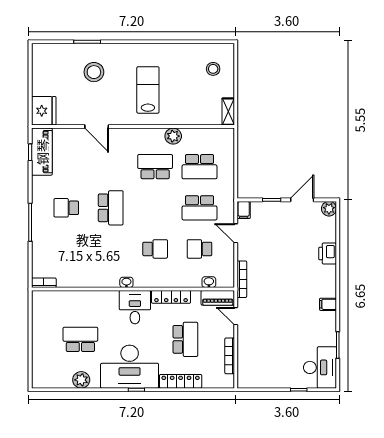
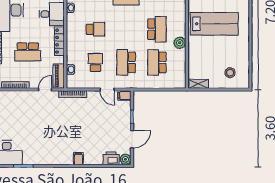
lab bench: (148, 90) -> (214, 24), width x1.36, depth x1.39
door: (302, 200) -> (132, 139), hinge flipped
door: (236, 233) -> (107, 90), swing flipped
school desk: (155, 249) -> (95, 29), turned -90
printer: (328, 254) -> (111, 158), moved
filing cabinet: (328, 304) -> (78, 159), moved

